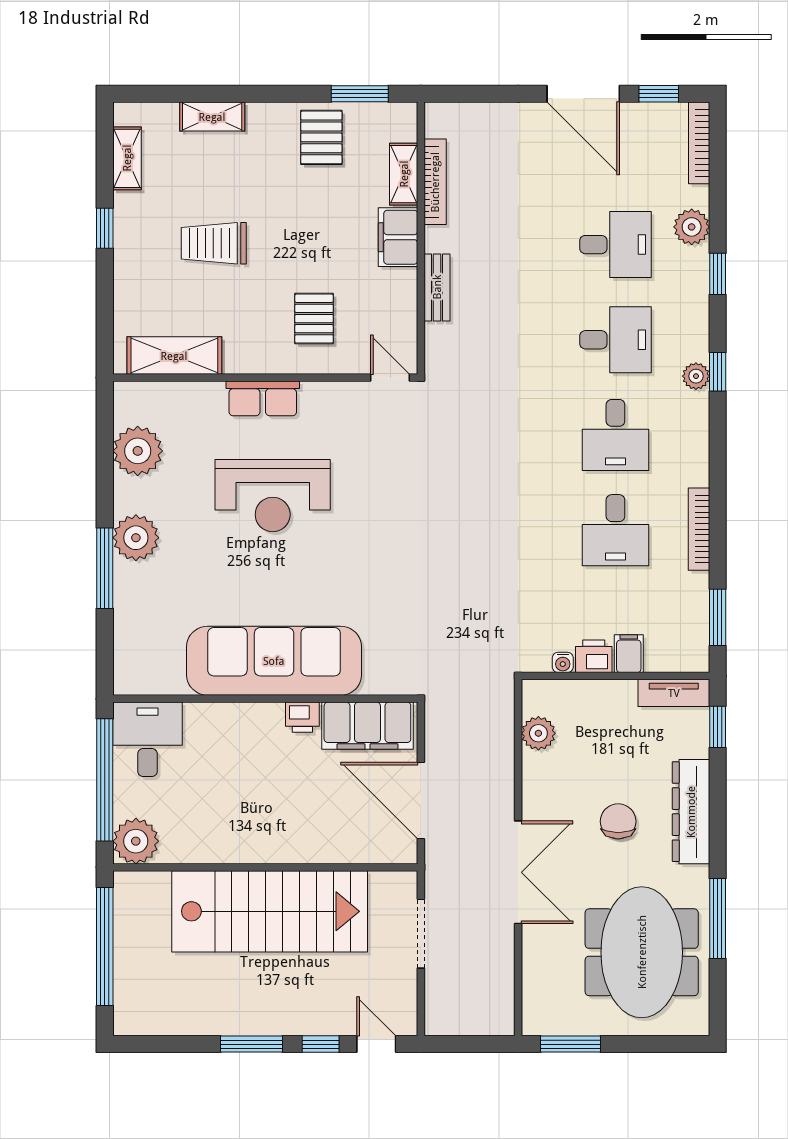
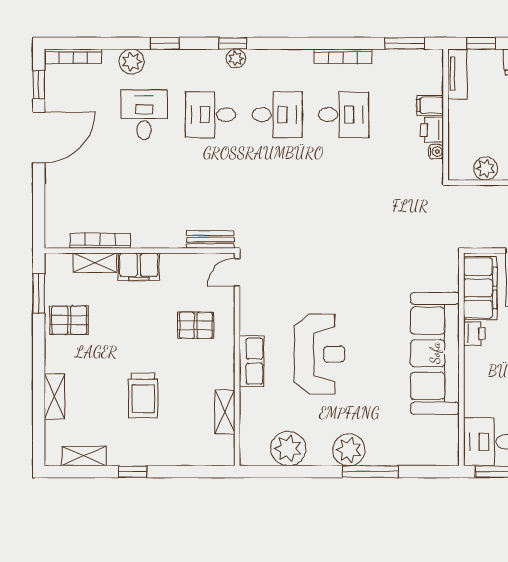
bench: (437, 287) -> (210, 239), moved
desk: (615, 340) -> (211, 115), turned -90
shelving: (174, 356) -> (225, 412), width x0.67, depth x0.75

